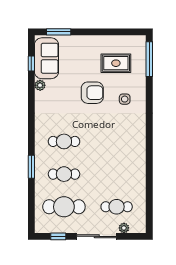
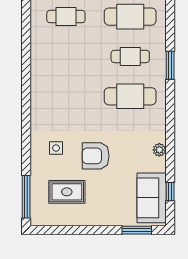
plant: (40, 85) -> (159, 150), moved
cafe table: (64, 141) -> (130, 96), width x1.37, depth x1.35

